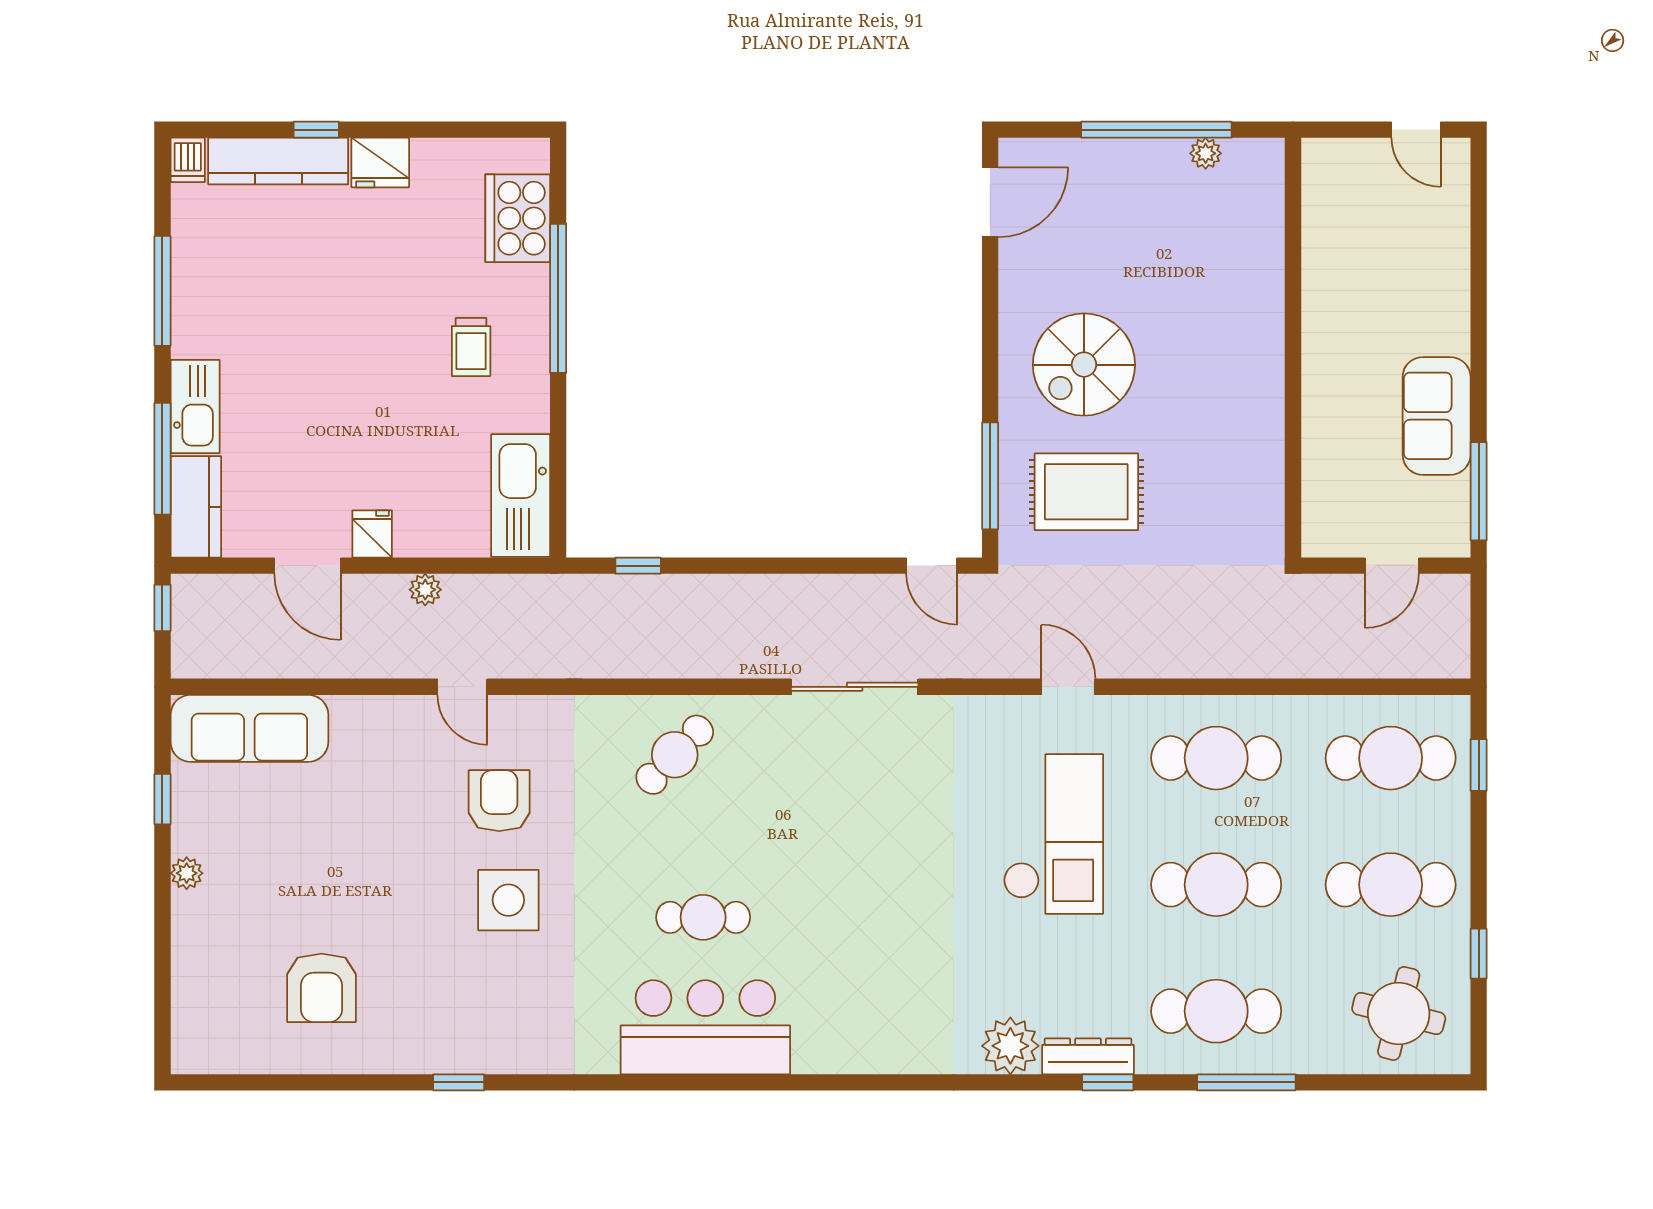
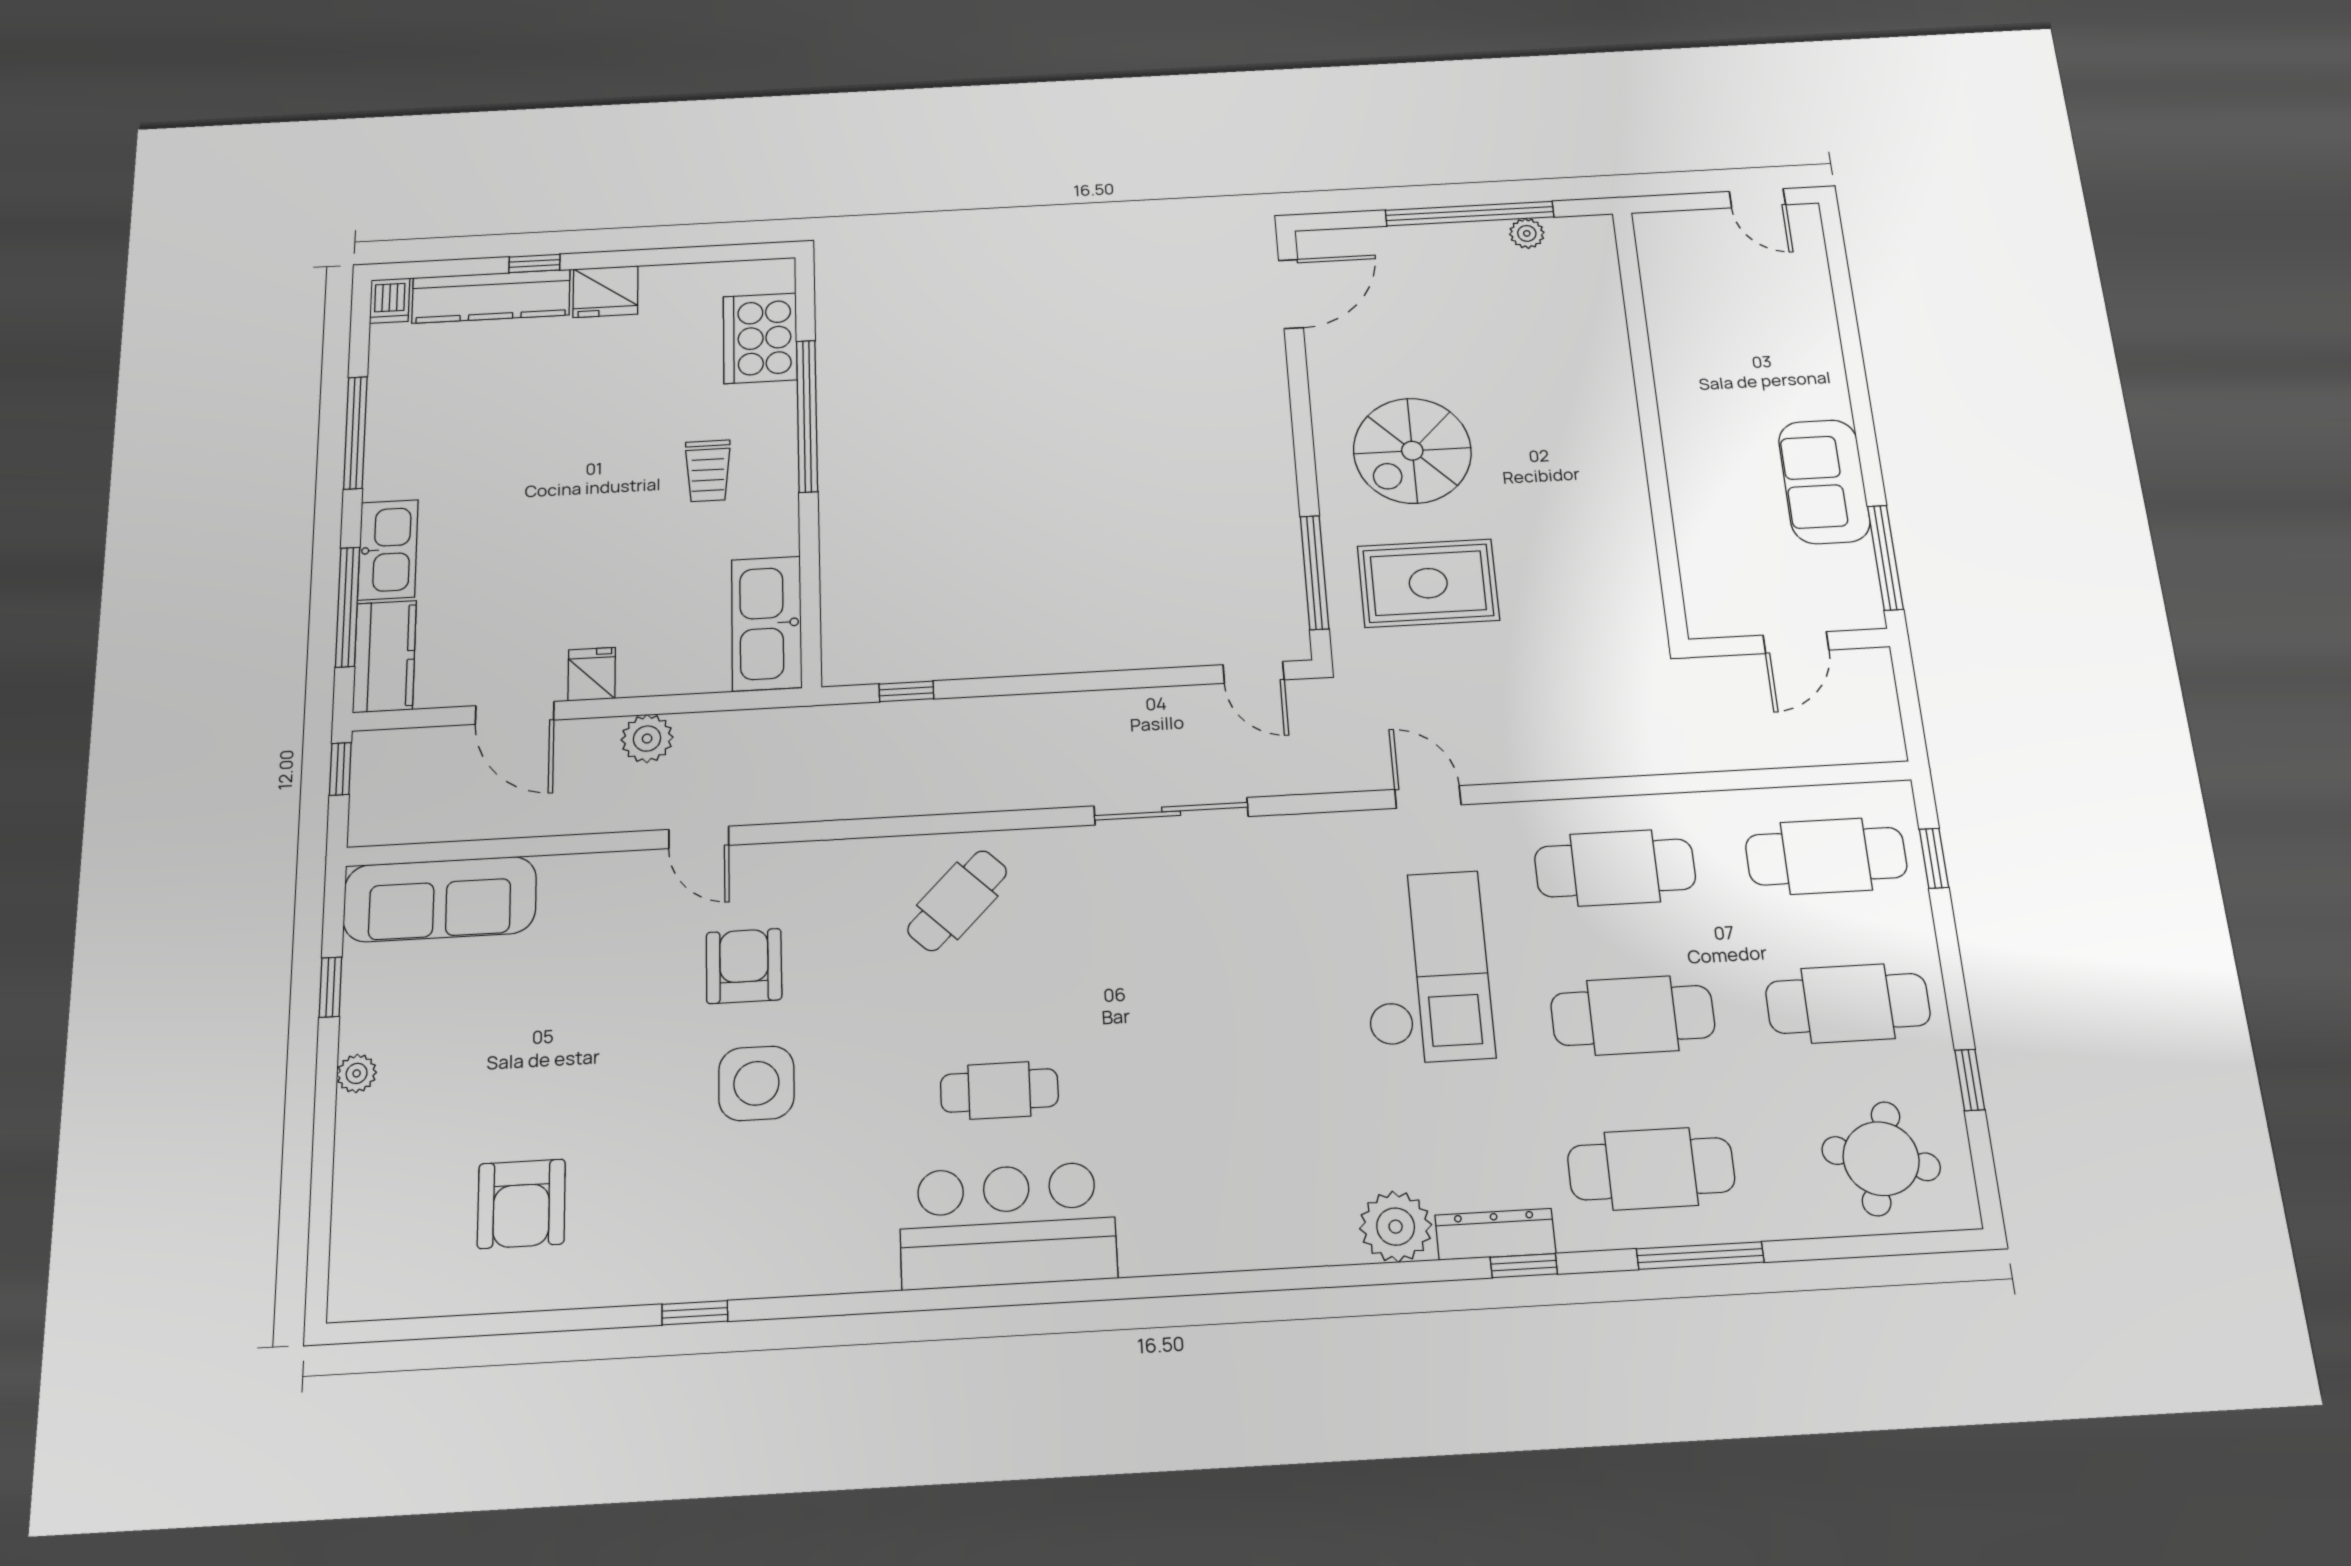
plant: (425, 590) -> (647, 739), width x1.38, depth x1.38

